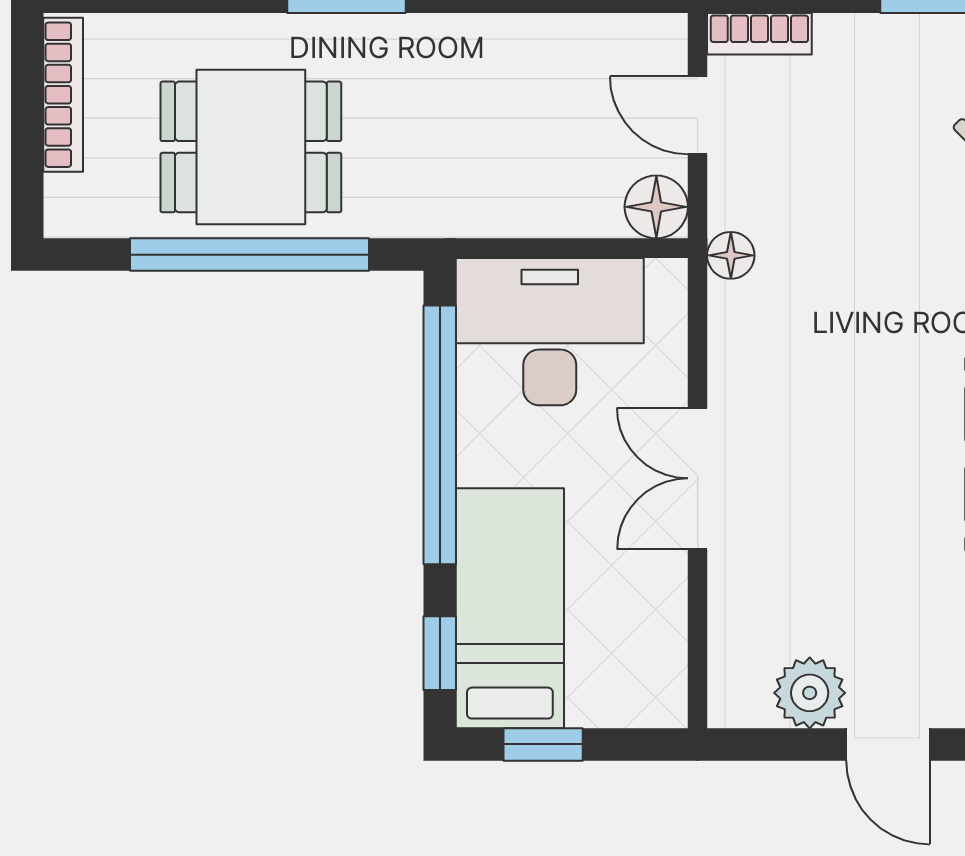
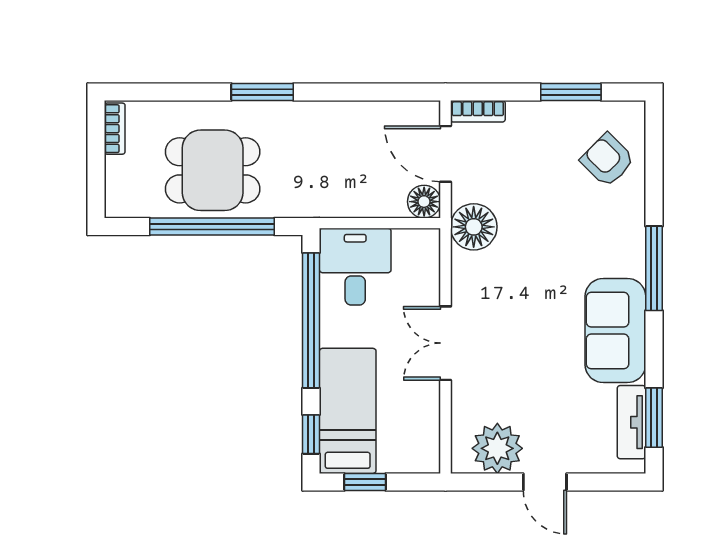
bookcase: (63, 95) -> (115, 129), width x0.64
door: (698, 115) -> (446, 154), width x1.38
floor lamp: (731, 255) -> (474, 227), width x1.89, depth x1.89
desk: (550, 332) -> (355, 267), width x0.73
plant: (810, 693) -> (497, 448), width x1.36, depth x1.36

